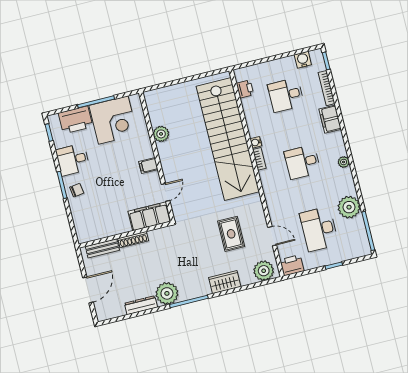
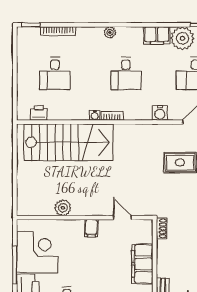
water cooler: (303, 60) -> (160, 113), moved, turned -90
filing cabinet: (330, 119) -> (157, 35), moved
stairs: (228, 139) -> (68, 142), width x0.73
plant: (344, 162) -> (110, 32), moved
filing cabinet: (149, 216) -> (142, 264), moved
shoe rack: (133, 240) -> (162, 228), moved, width x0.70

